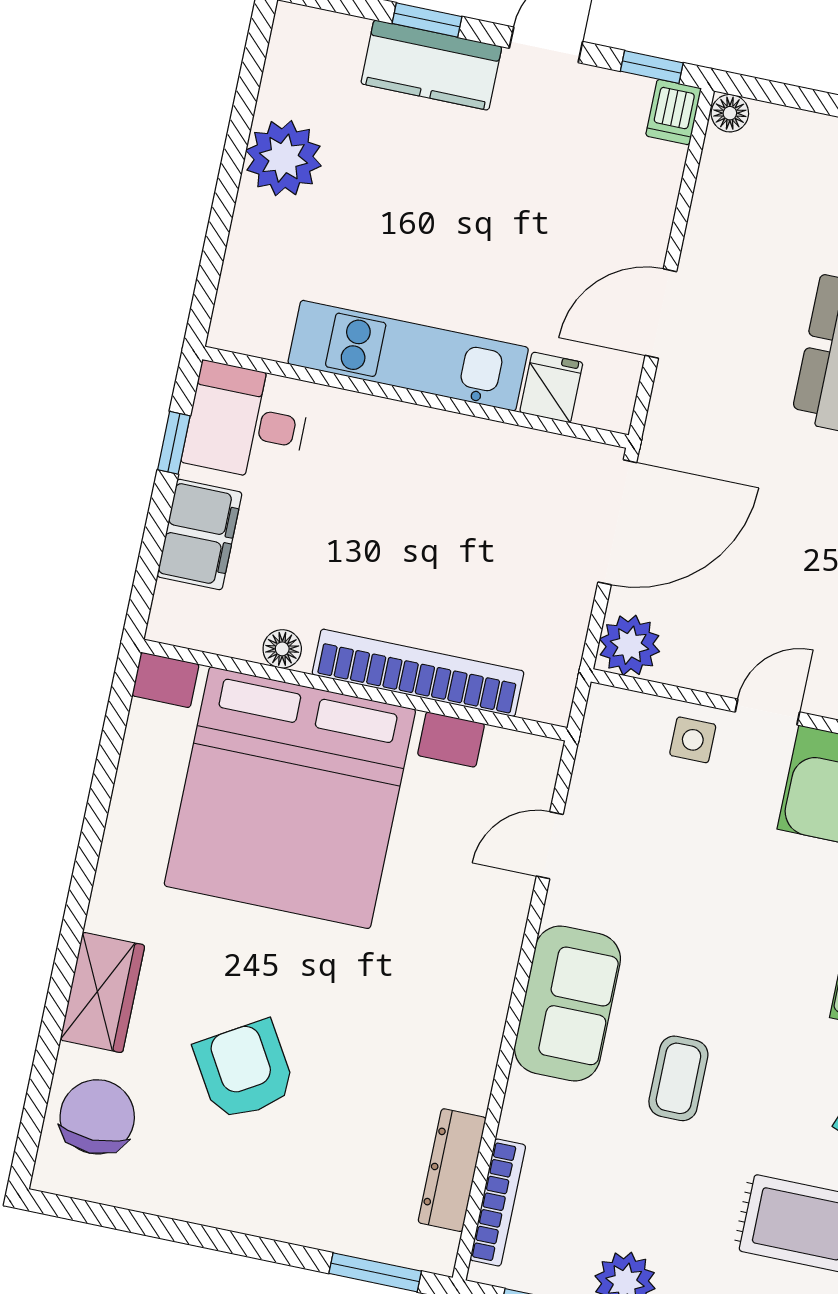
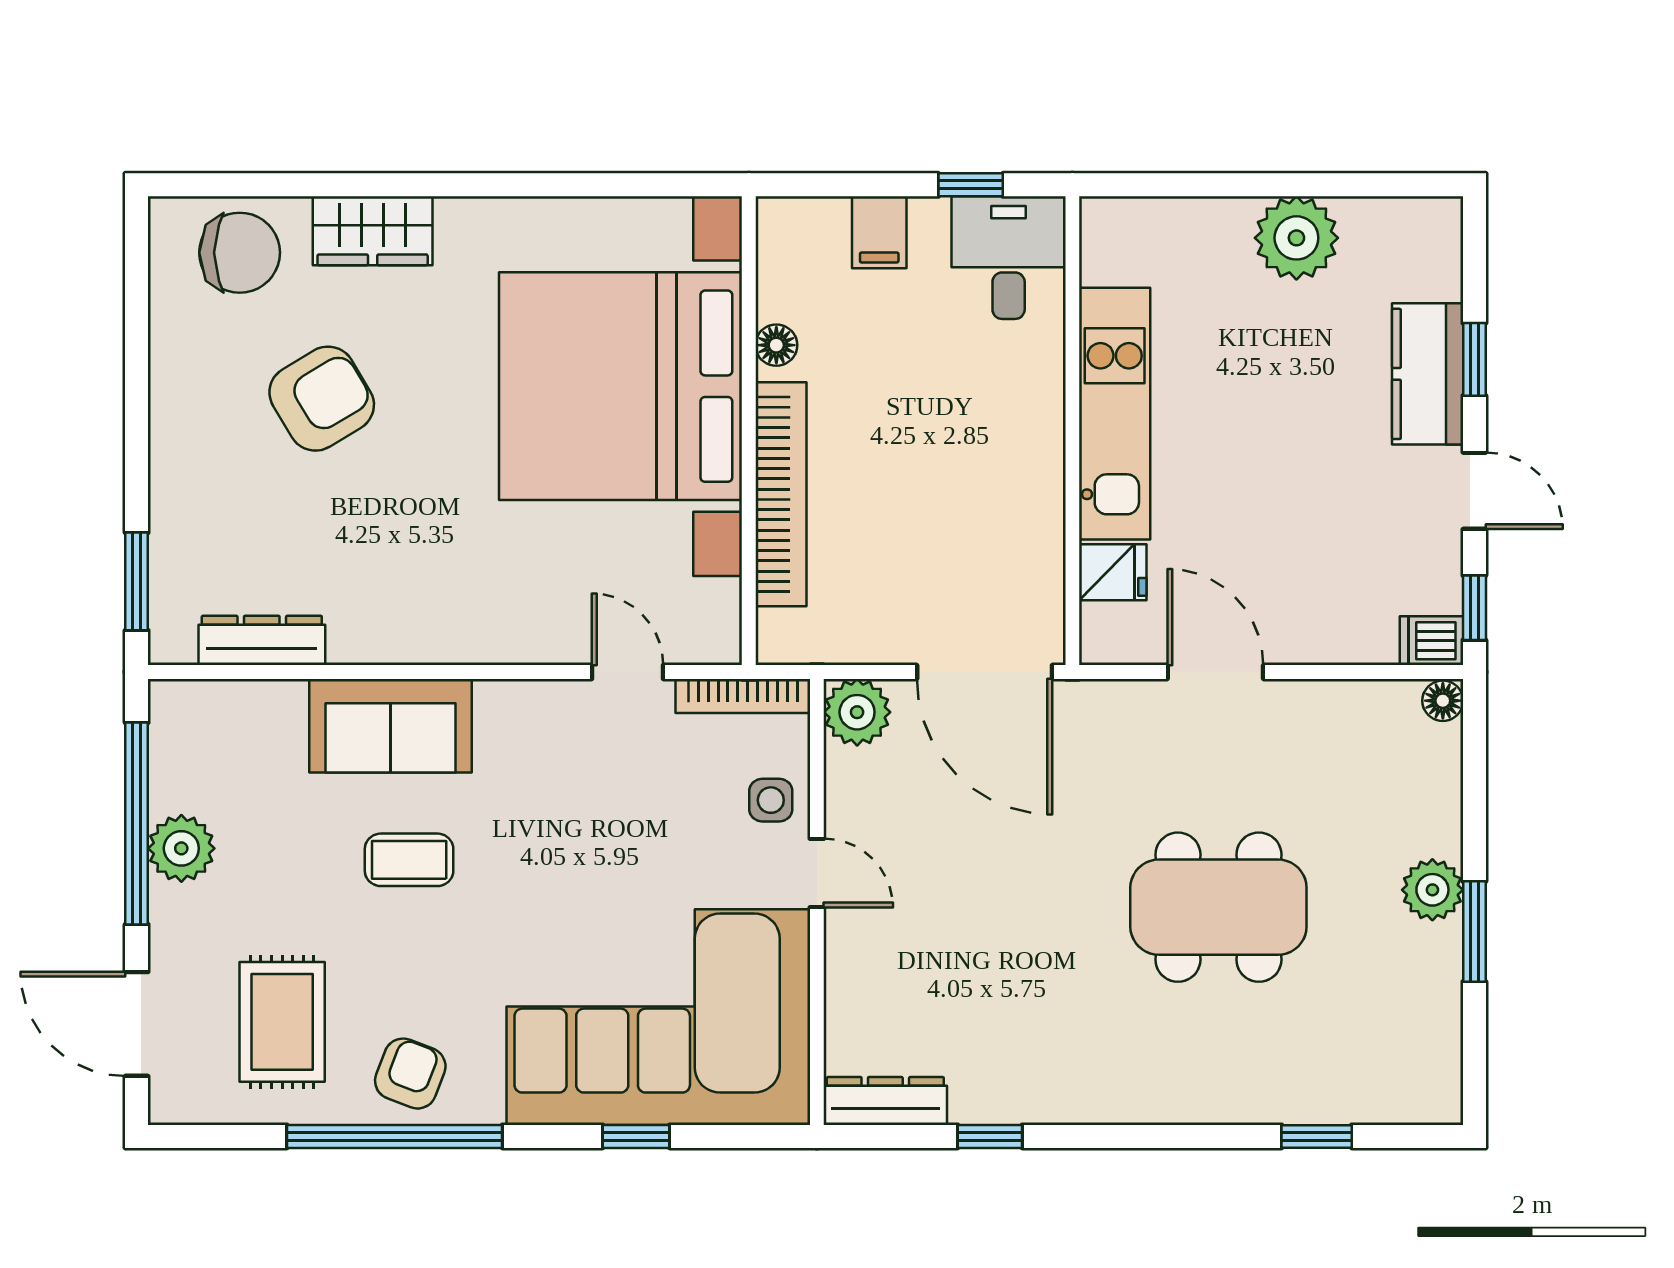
filing cabinet: (200, 534) -> (879, 232), width x0.50
sofa: (567, 1004) -> (391, 726), moved
bookcase: (498, 1202) -> (743, 696), moved

